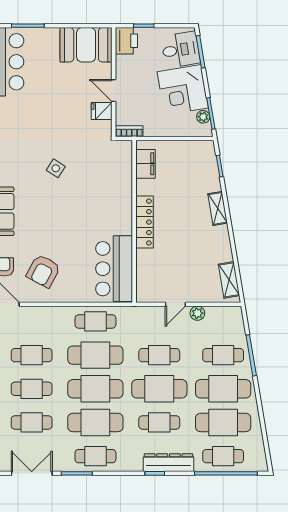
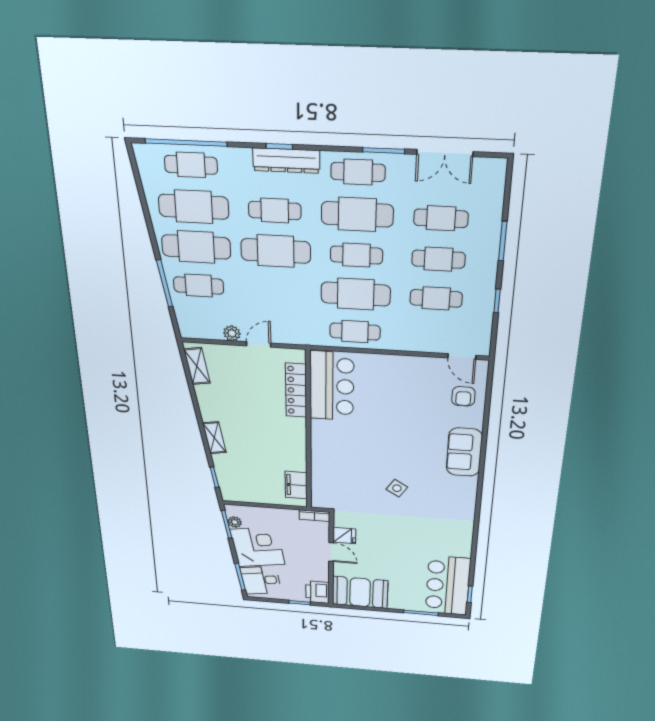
locker: (145, 222) -> (296, 390), moved
armchair: (43, 271) -> (416, 389), removed
cafe table: (159, 355) -> (277, 290), removed
cafe table: (95, 389) -> (356, 255), width x0.73, depth x0.74
dresser: (169, 463) -> (286, 161), moved

